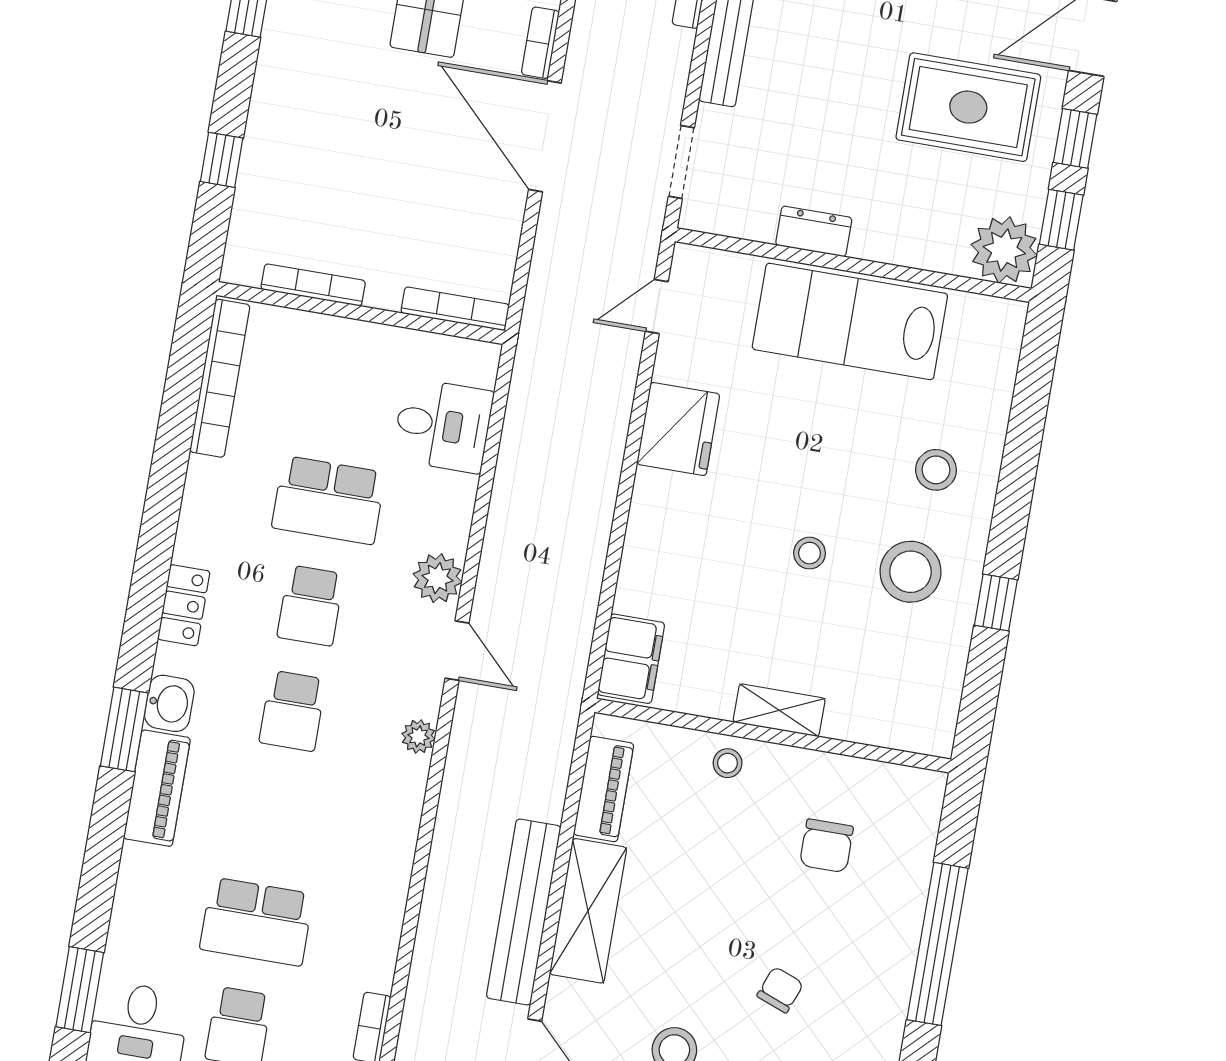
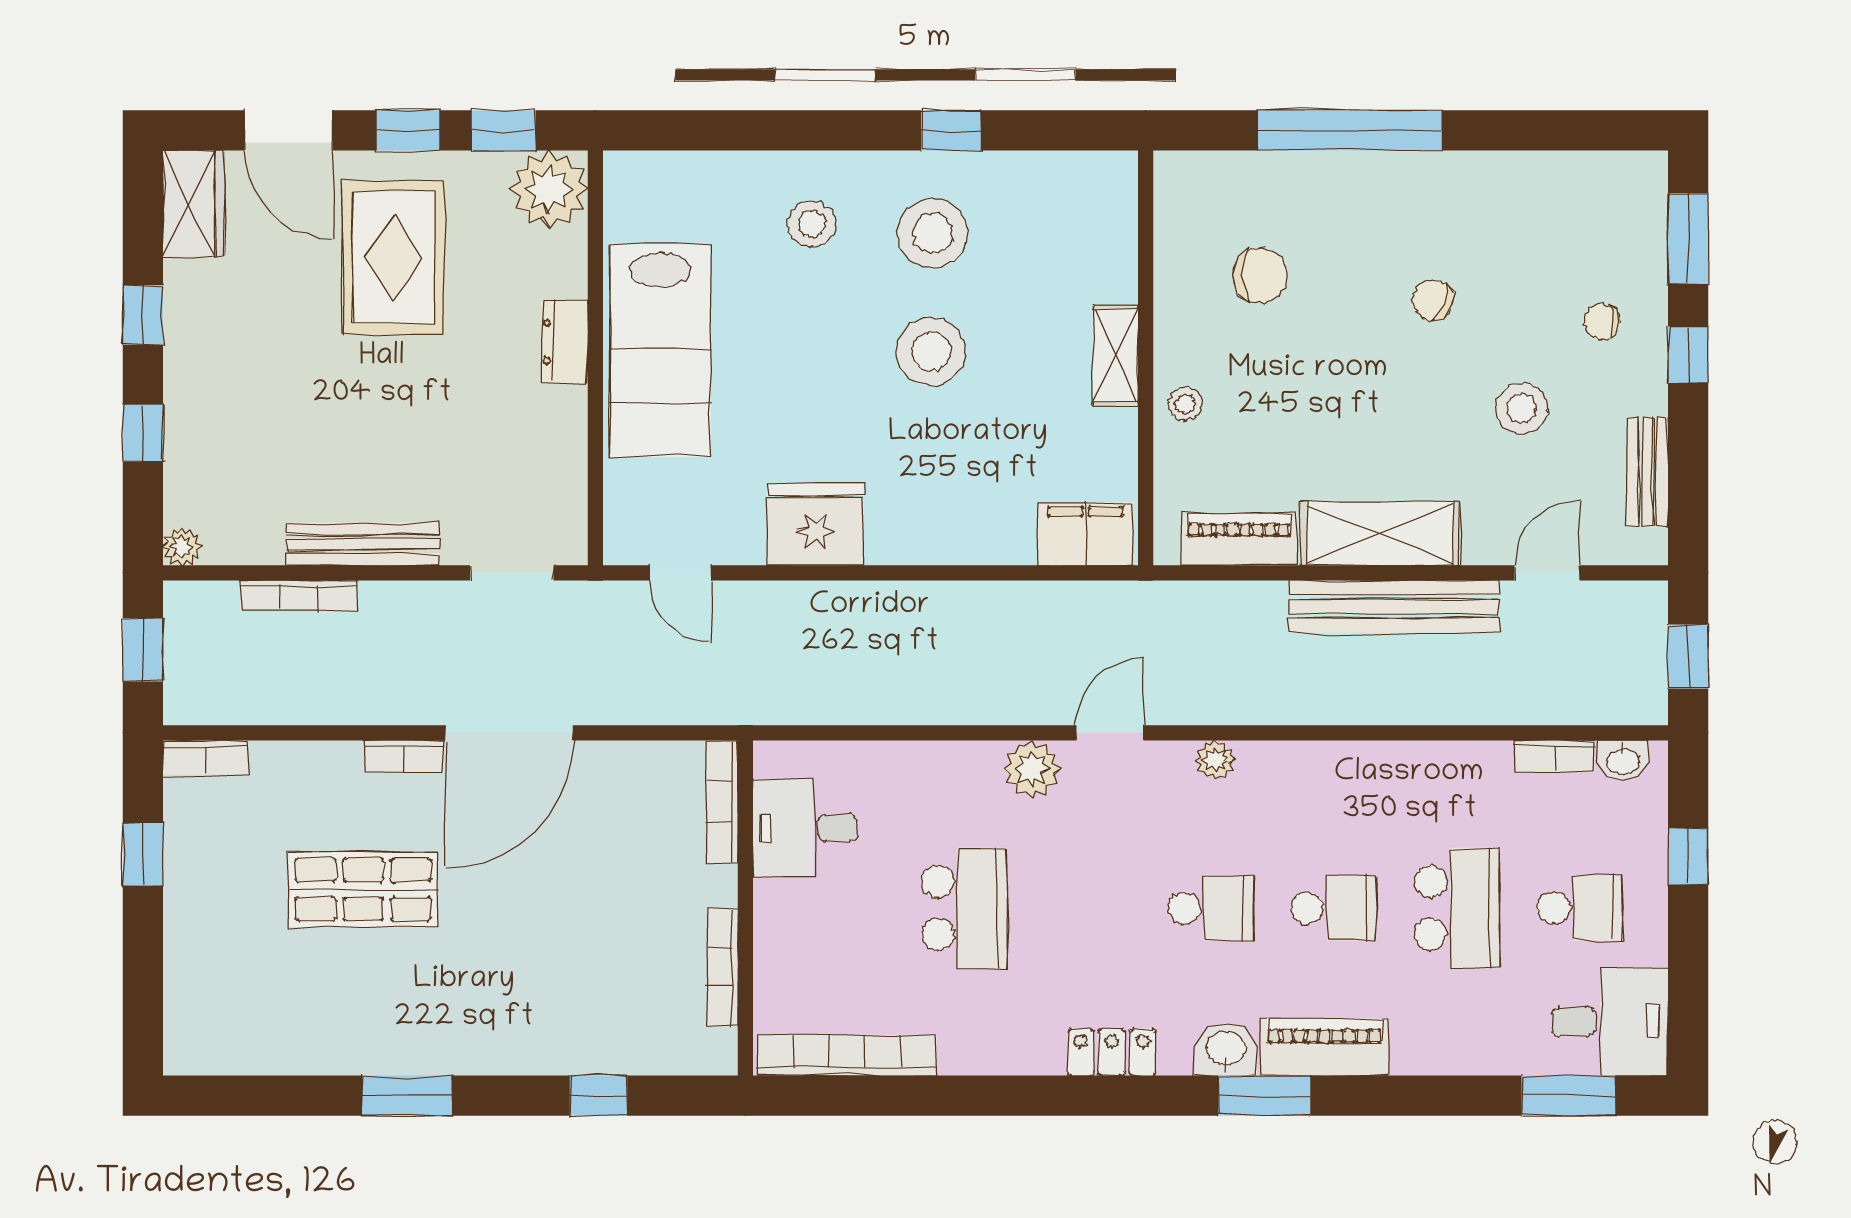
dresser: (814, 231) -> (565, 342), moved
desk: (443, 425) -> (805, 828), moved, turned -90
stool: (810, 553) -> (931, 352), width x1.89, depth x1.89
school desk: (311, 605) -> (1334, 908), moved

